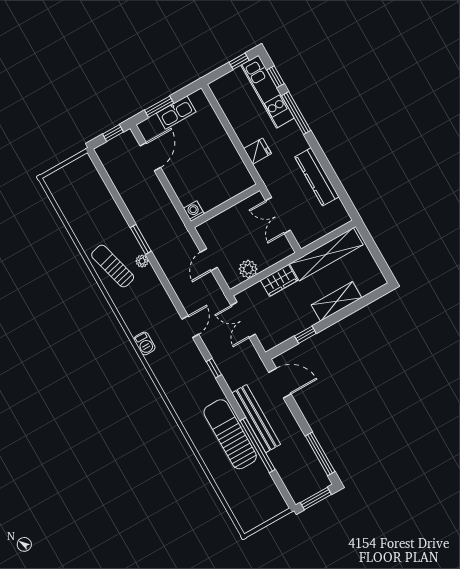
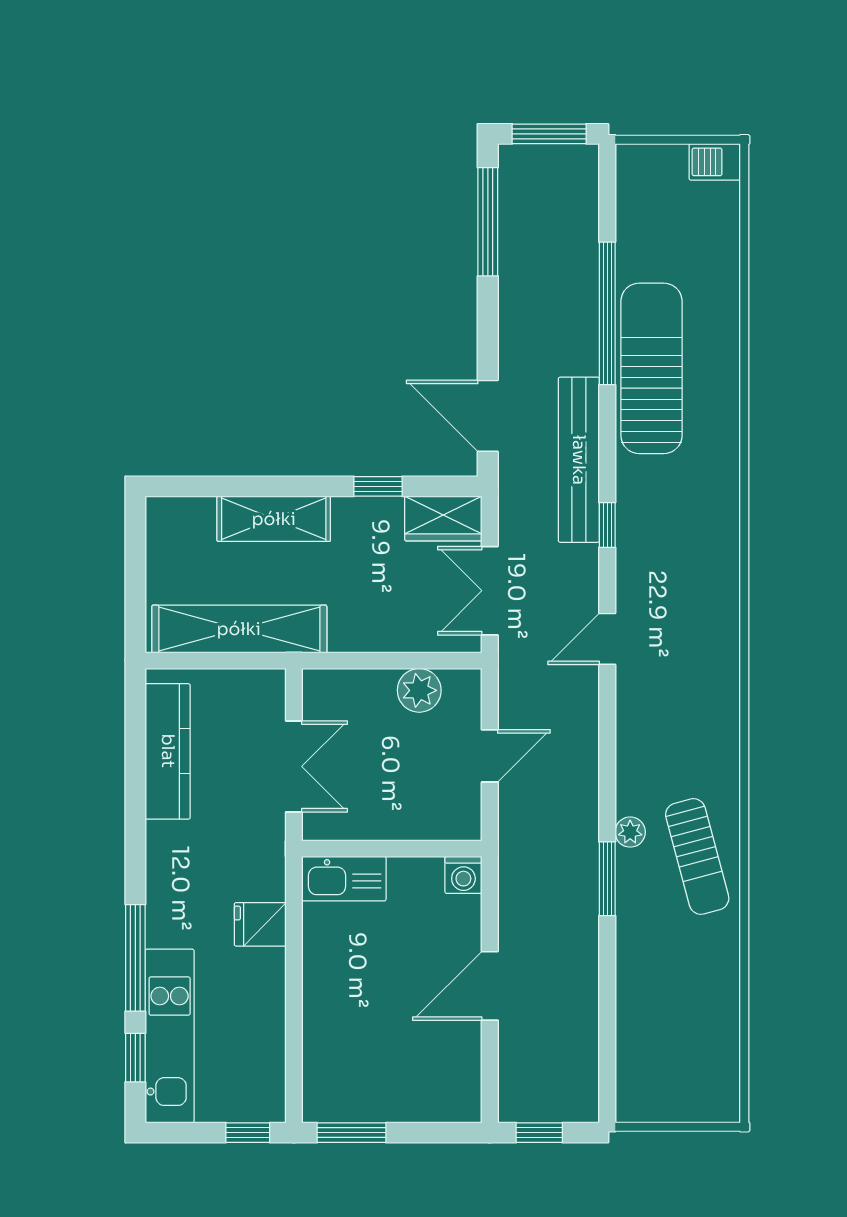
window: (239, 61) -> (248, 1133), moved
window: (159, 107) -> (351, 1133), moved
kitchen sink: (176, 112) -> (344, 879), moved, turned 180
door: (150, 157) -> (490, 986), moved
kitchen counter: (317, 177) -> (168, 751), moved
wardrobe: (279, 280) -> (443, 519), moved, turned 180
double door: (243, 320) -> (490, 591), swing flipped
barbecue: (145, 343) -> (715, 162), moved, turned -90
bench: (256, 419) -> (579, 460), moved
sun lounger: (230, 434) -> (651, 368), turned 180

